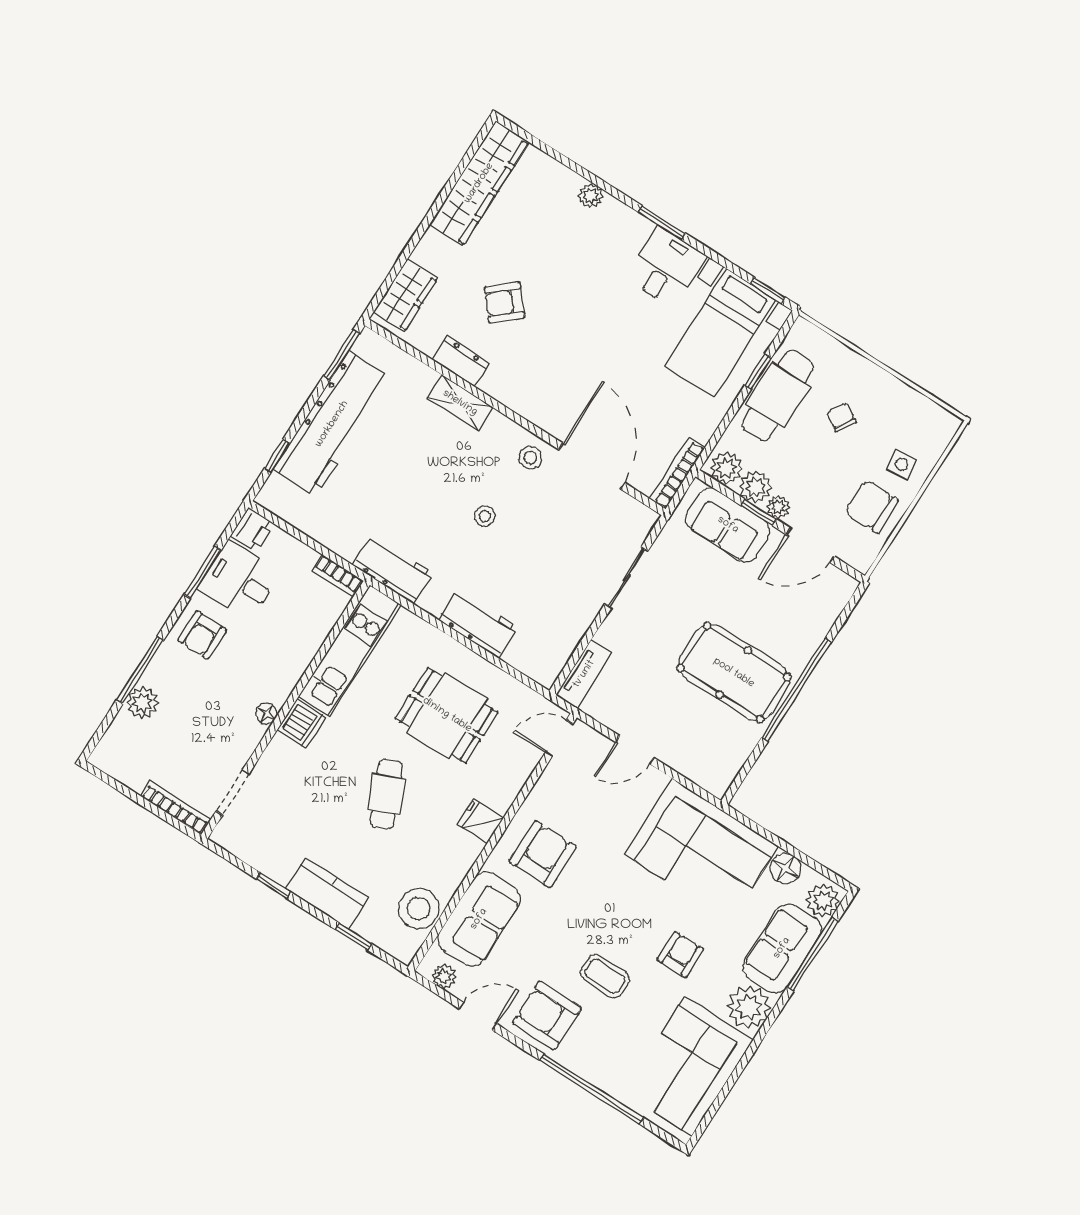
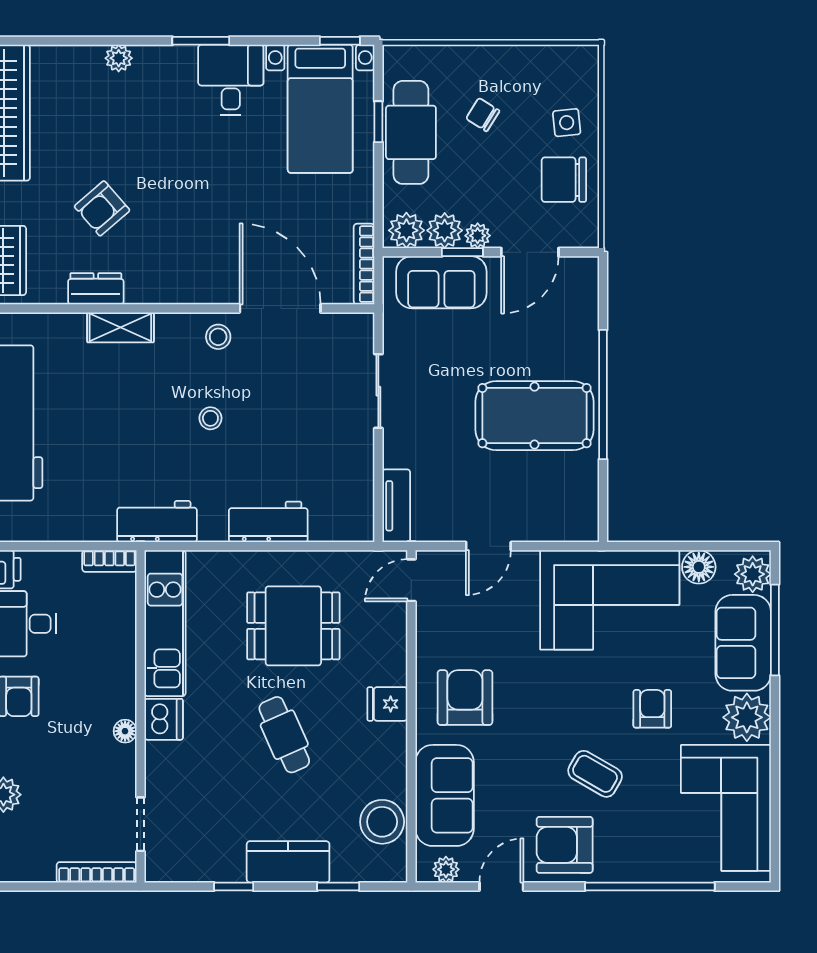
coffee table: (605, 976) -> (595, 774), turned 30

